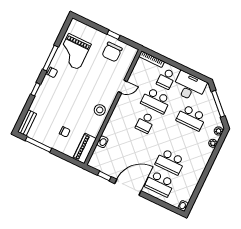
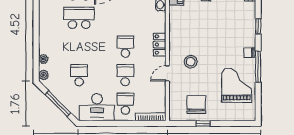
school desk: (156, 101) -> (125, 75), width x0.54
stool: (100, 110) -> (191, 62), moved
locker: (118, 112) -> (160, 45), added
school desk: (191, 118) -> (79, 75), width x0.54

